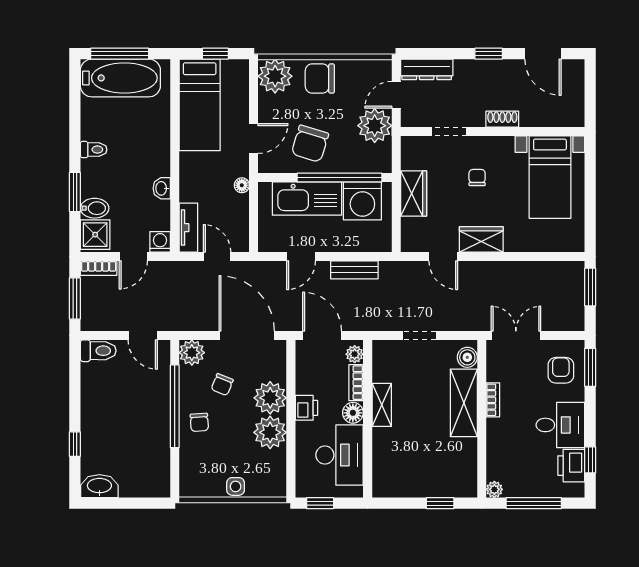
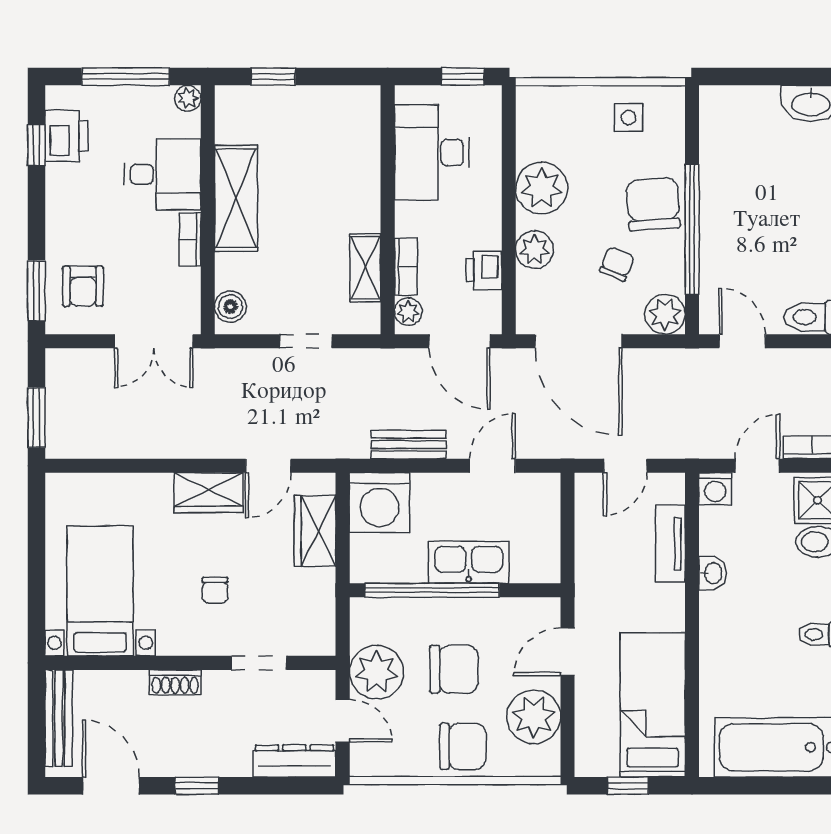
window: (120, 54) -> (779, 786), removed
plant: (275, 76) -> (534, 717), moved
door: (396, 95) -> (343, 721), hinge flipped
bench: (576, 96) -> (59, 718), added
chair: (310, 144) -> (454, 669), moved, turned 73
floor lamp: (242, 185) -> (586, 578), removed
wardrobe: (414, 194) -> (315, 531), moved
kitchen sink: (307, 199) -> (469, 562), width x0.73, depth x0.81
washing machine: (362, 201) -> (380, 503), moved, turned 180
tv unit: (188, 228) -> (670, 544), moved
door: (217, 256) -> (625, 466), hinge flipped
door: (443, 256) -> (268, 466), swing flipped
plant: (270, 398) -> (535, 250), width x0.73, depth x0.73
shelving: (464, 403) -> (236, 198), moved
shelving: (382, 405) -> (365, 268), moved
printer: (306, 408) -> (484, 270), moved
floor lamp: (353, 413) -> (411, 219), removed
chair: (199, 422) -> (653, 204), width x1.87, depth x1.87
desk: (560, 425) -> (162, 174), moved, turned 180
side table: (236, 486) -> (629, 118), moved

